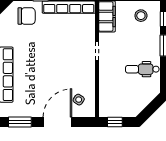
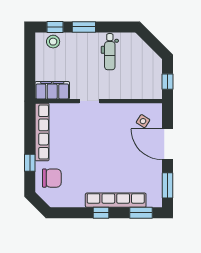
chair: (27, 16) -> (52, 178), turned 90
stool: (141, 16) -> (53, 42), moved

